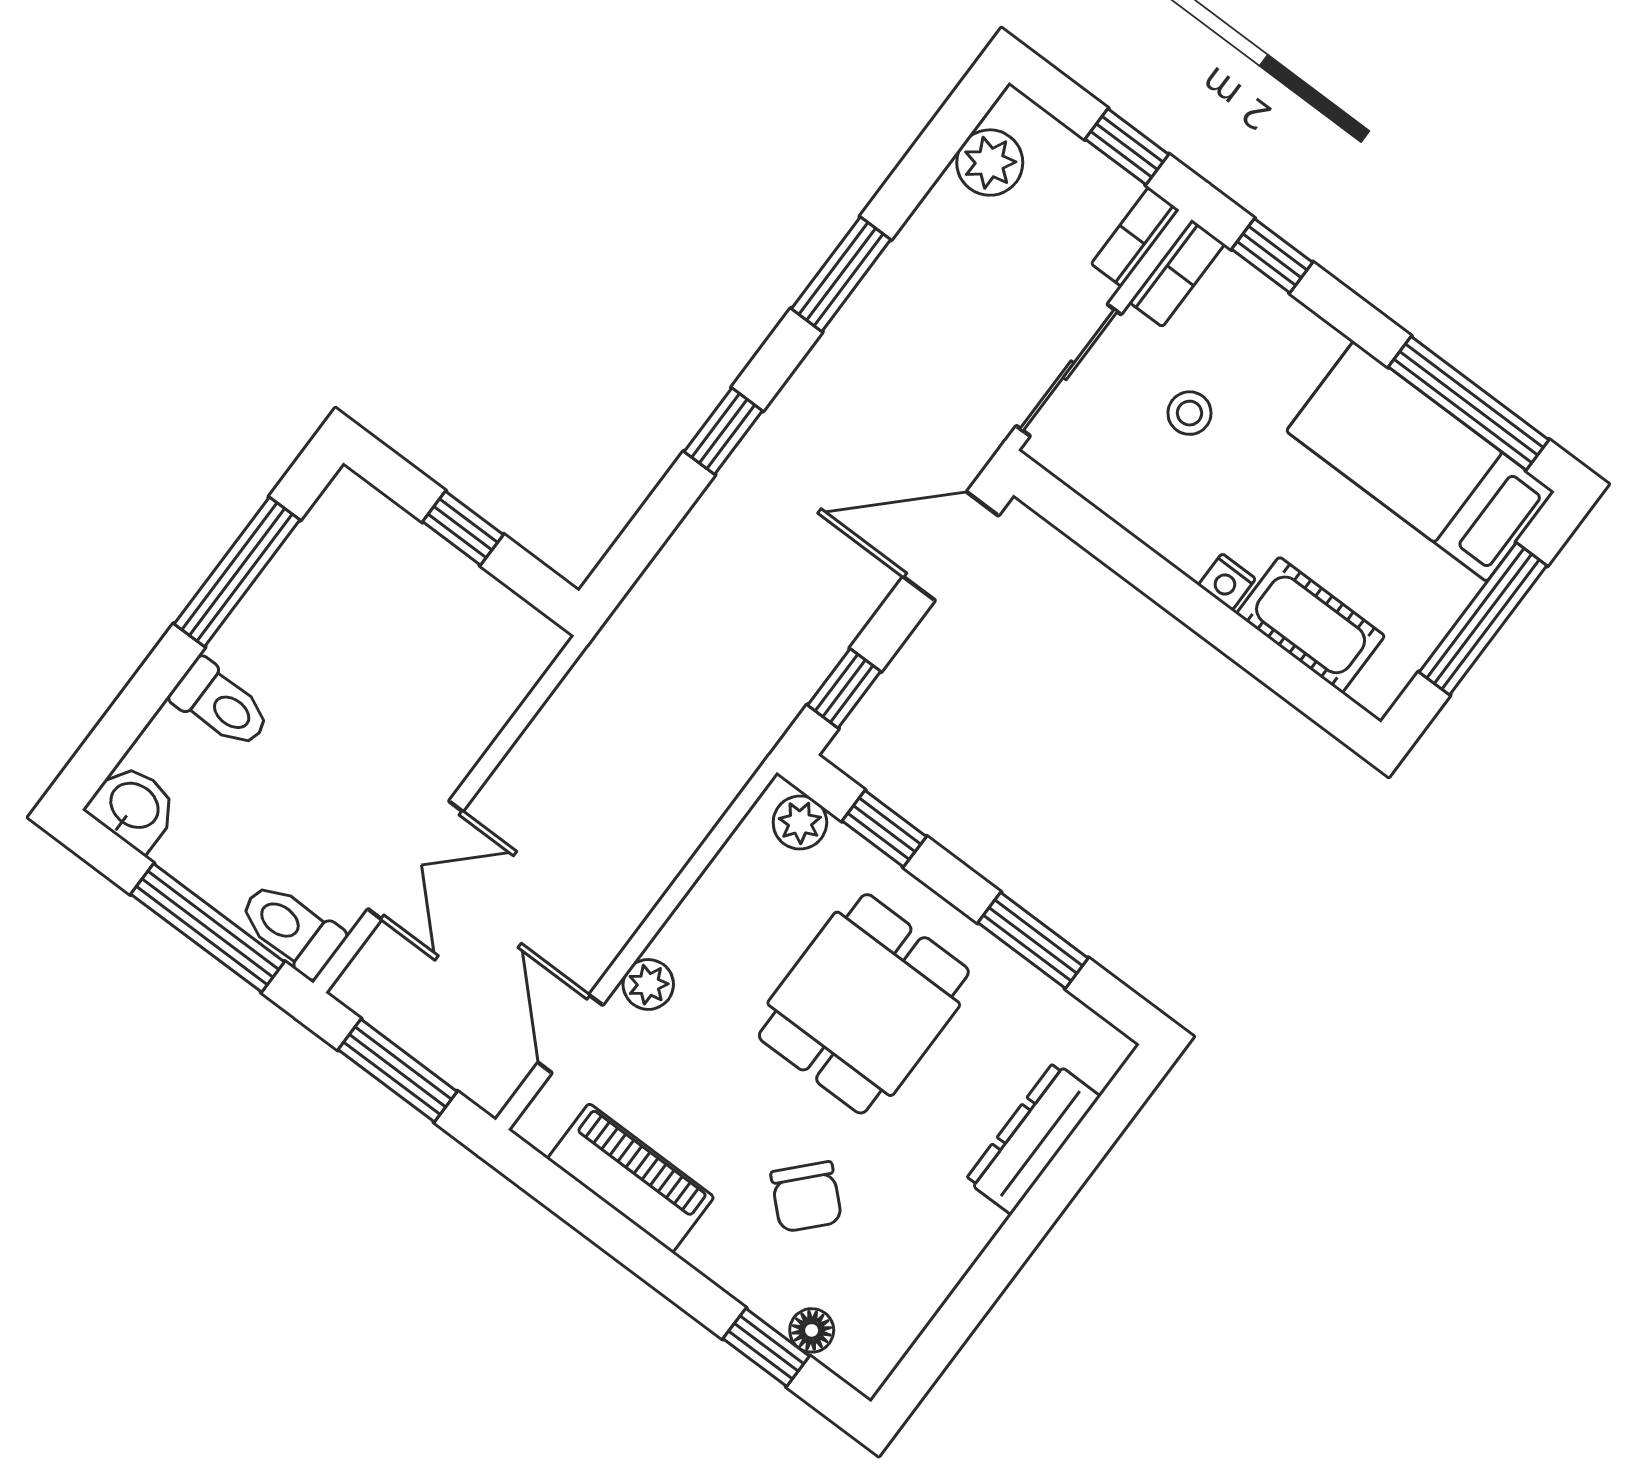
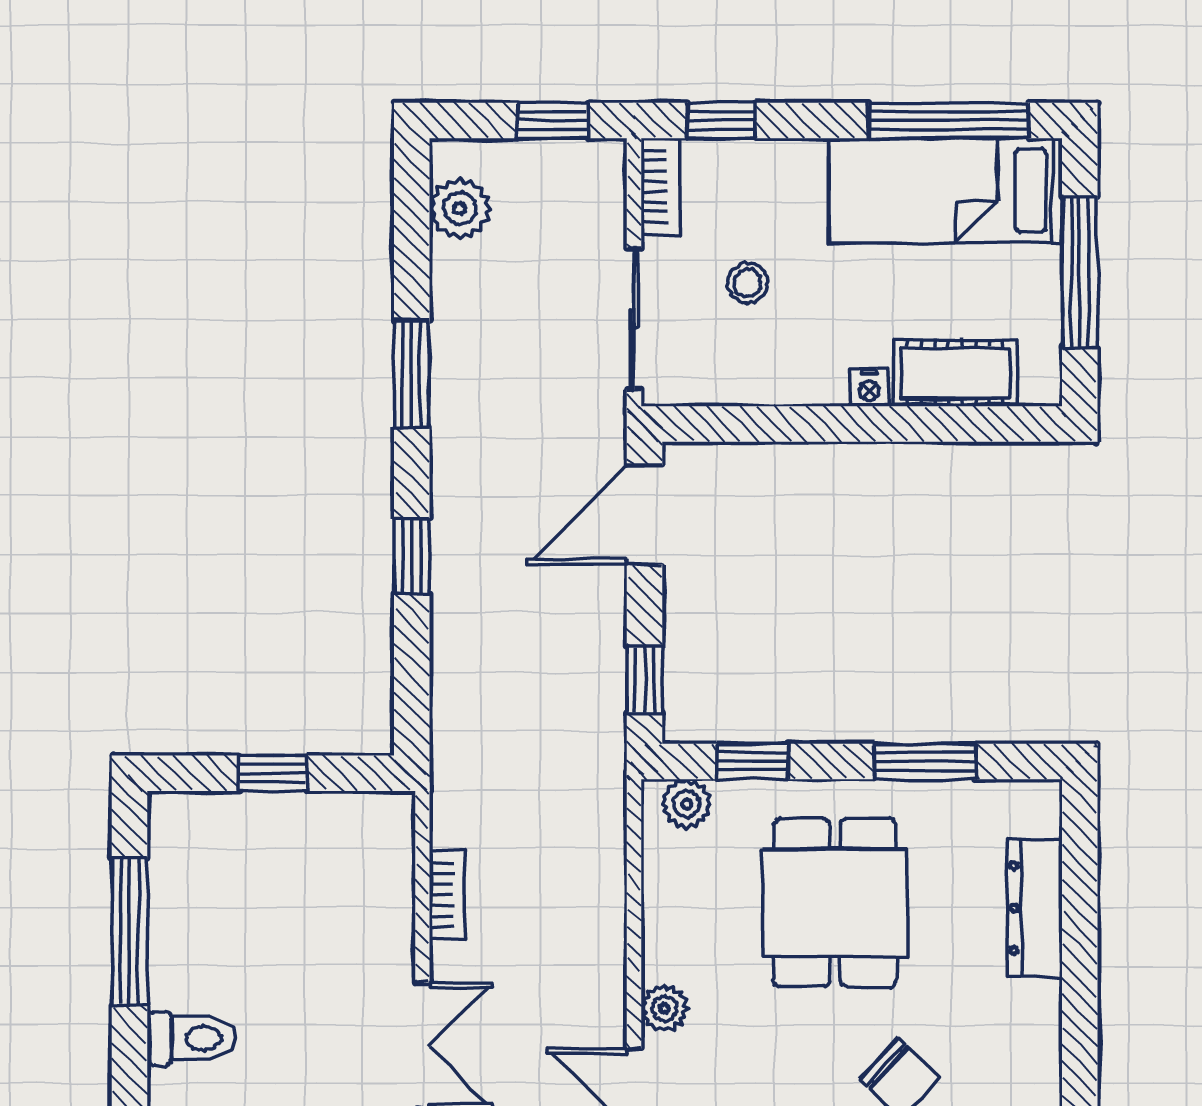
bookcase: (1135, 237) -> (447, 895), moved, turned 180

